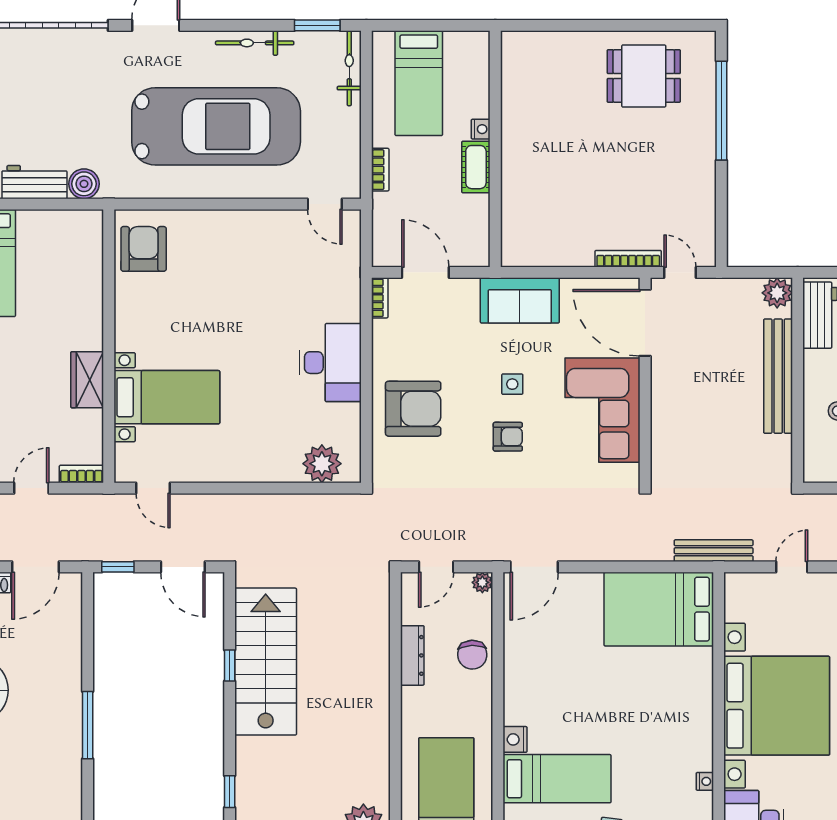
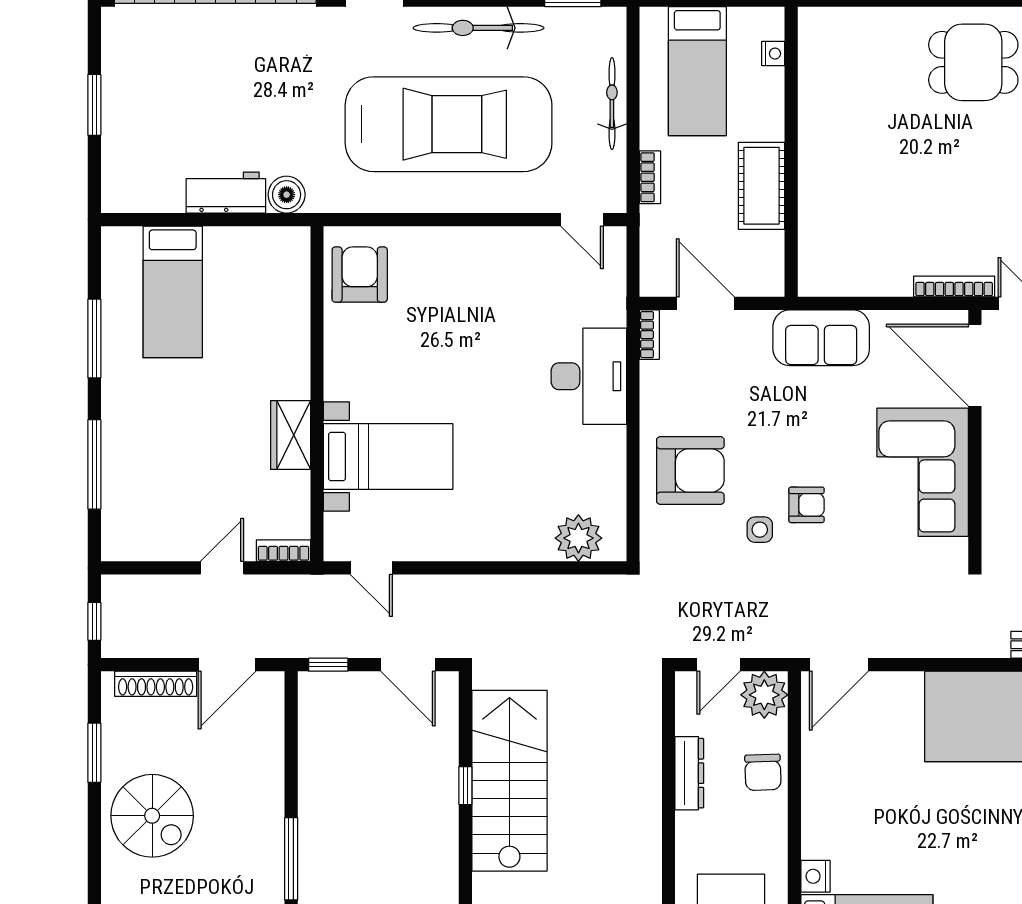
bicycle: (255, 43) -> (478, 28), width x1.37, depth x1.40
bicycle: (349, 68) -> (612, 103), moved
nightstand: (481, 129) -> (773, 54), moved
cot: (476, 167) -> (762, 186), width x1.37, depth x1.34
desk: (330, 363) -> (589, 376), moved
side table: (512, 384) -> (760, 530), moved
plant: (482, 582) -> (764, 695), width x1.88, depth x1.88

